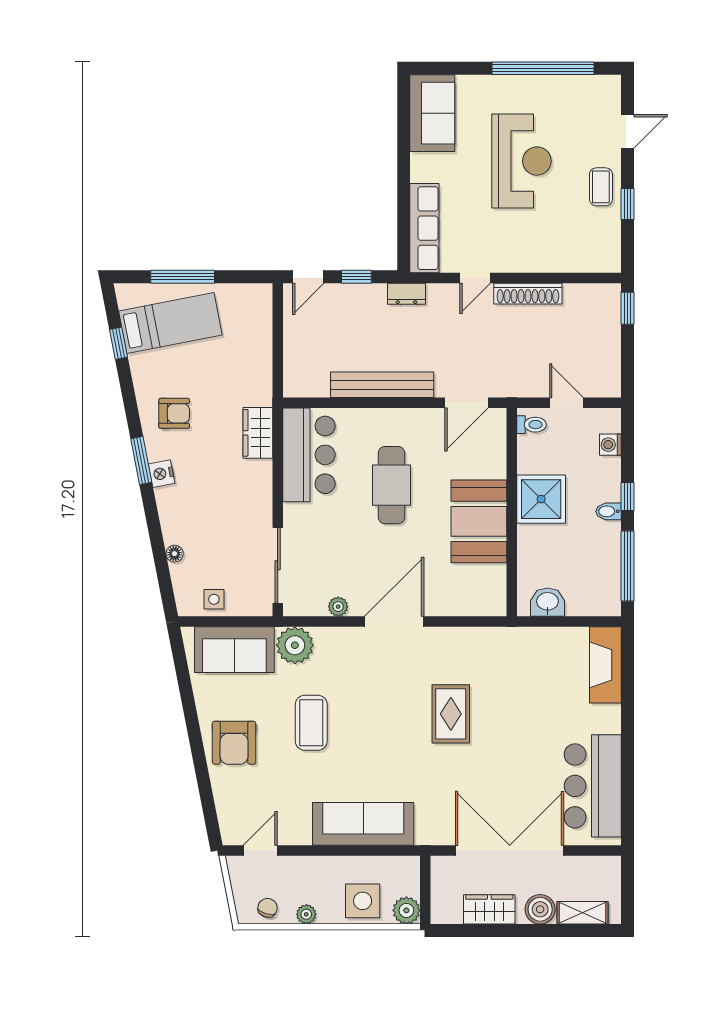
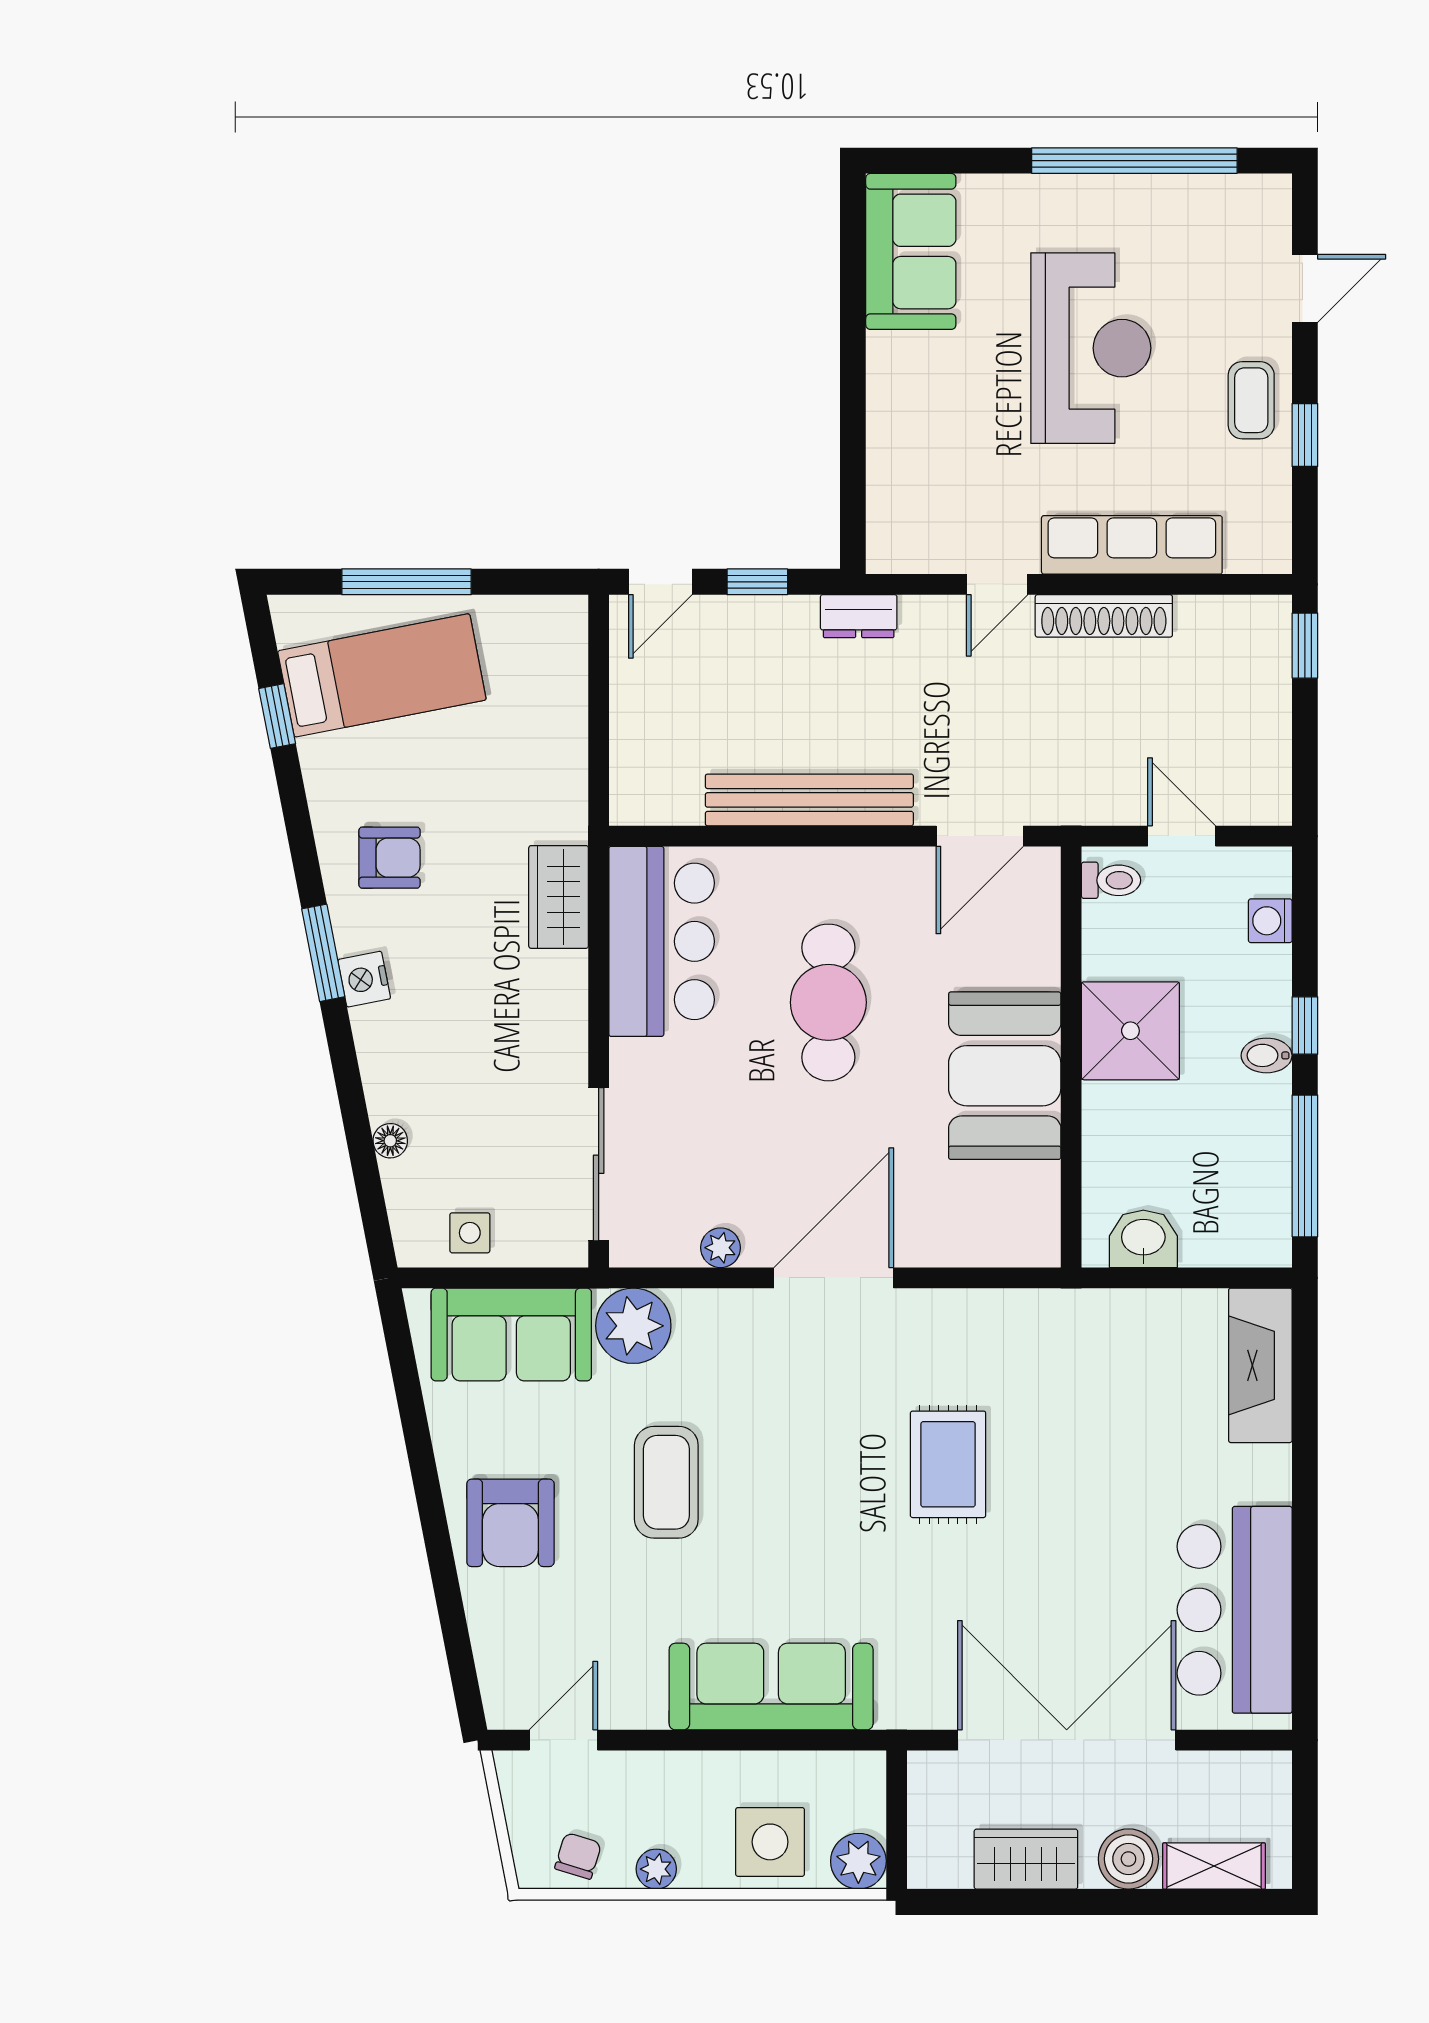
row of seats: (424, 228) -> (1132, 545), moved, turned -90

